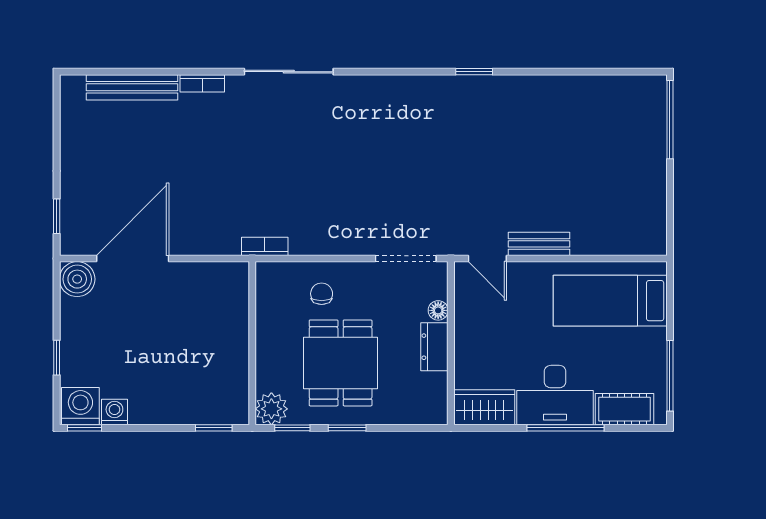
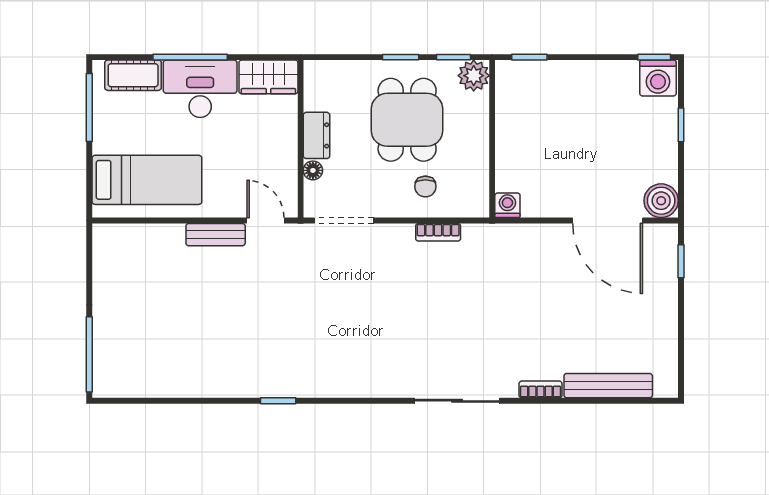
bookcase: (265, 246) -> (438, 232), moved
door: (133, 259) -> (608, 220), hinge flipped
washing machine: (114, 412) -> (507, 205), moved, turned 180

